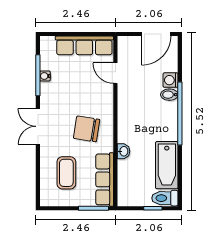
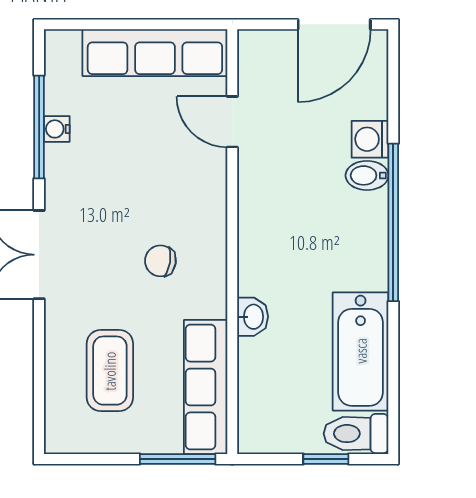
chair: (87, 129) -> (160, 261), width x0.54, depth x0.54

